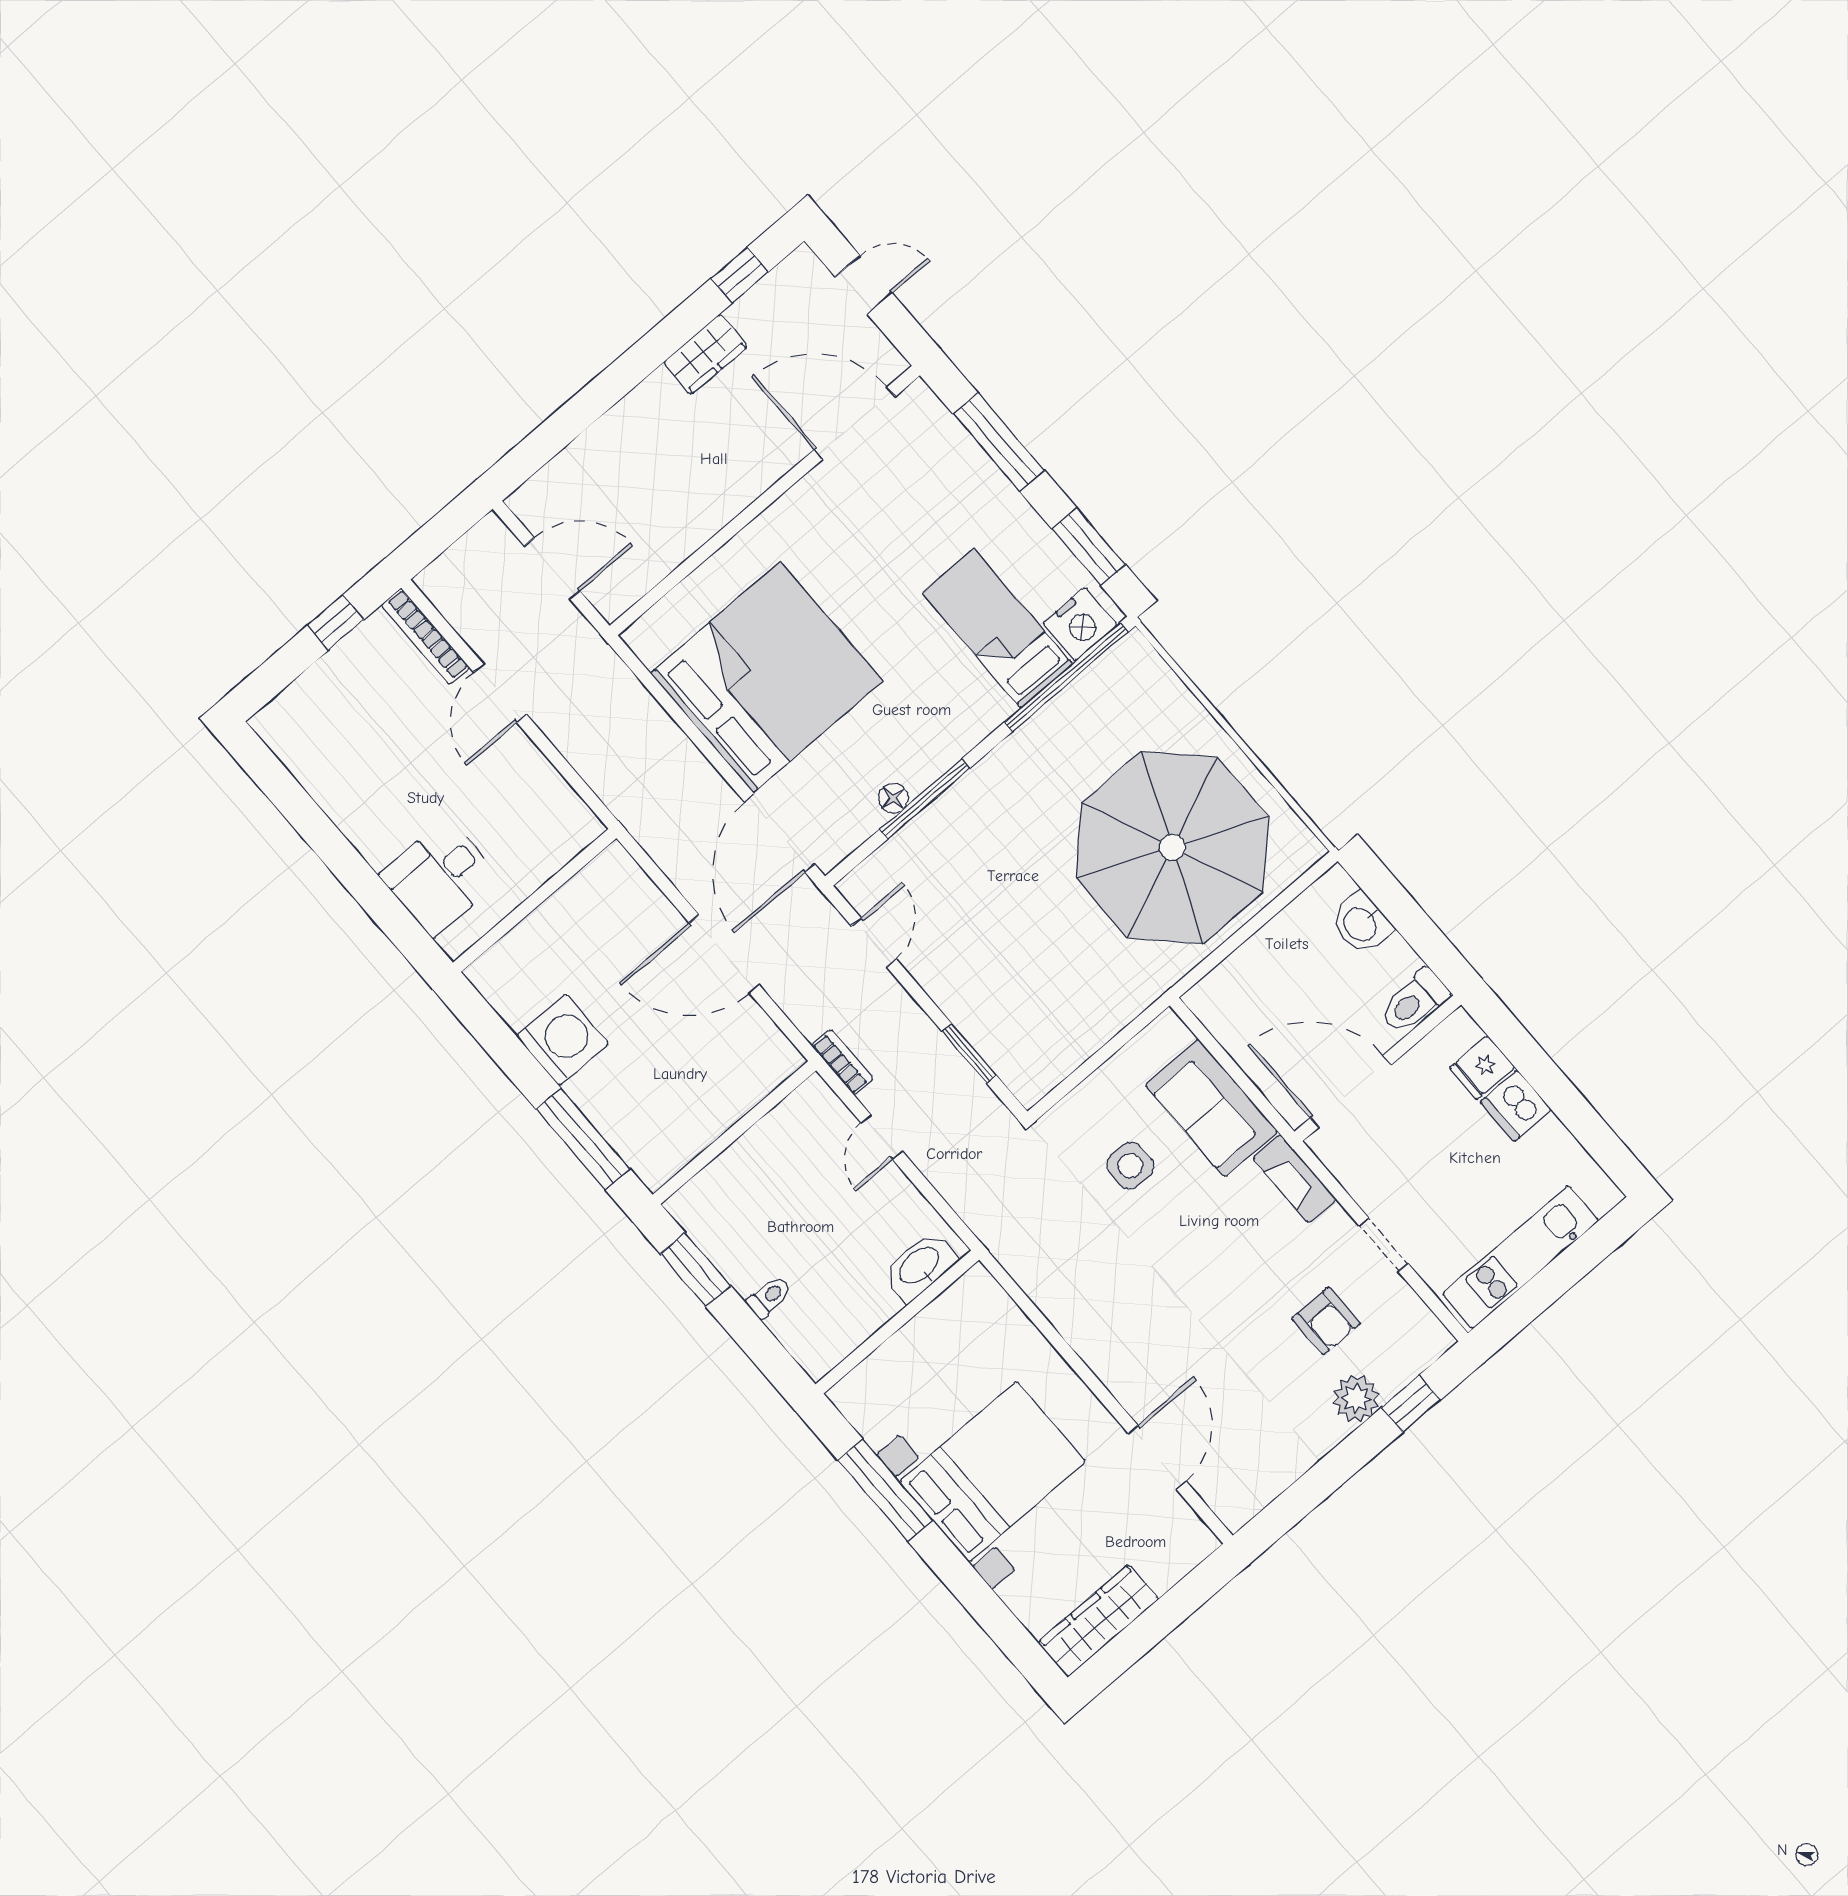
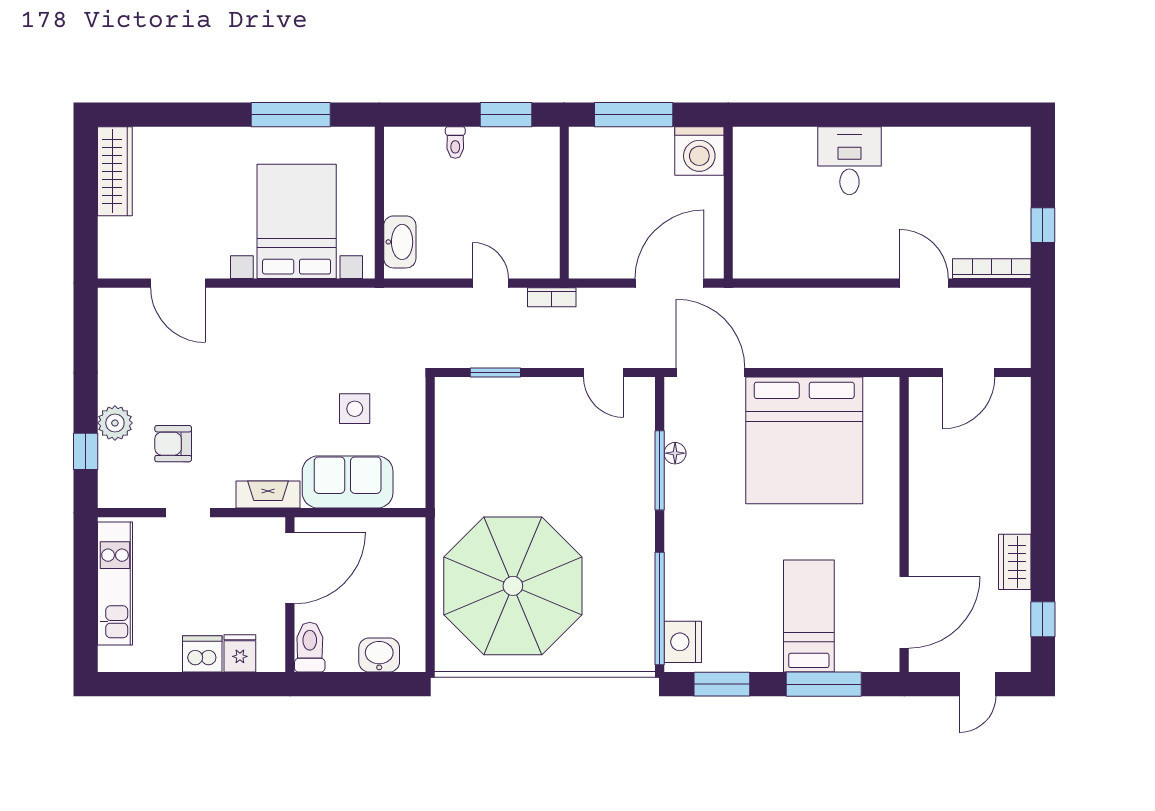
bed: (997, 628) -> (809, 616), moved, turned -90
wall: (535, 900) -> (728, 203), moved
bed with nightstands: (993, 1472) -> (297, 221), moved, turned 180

